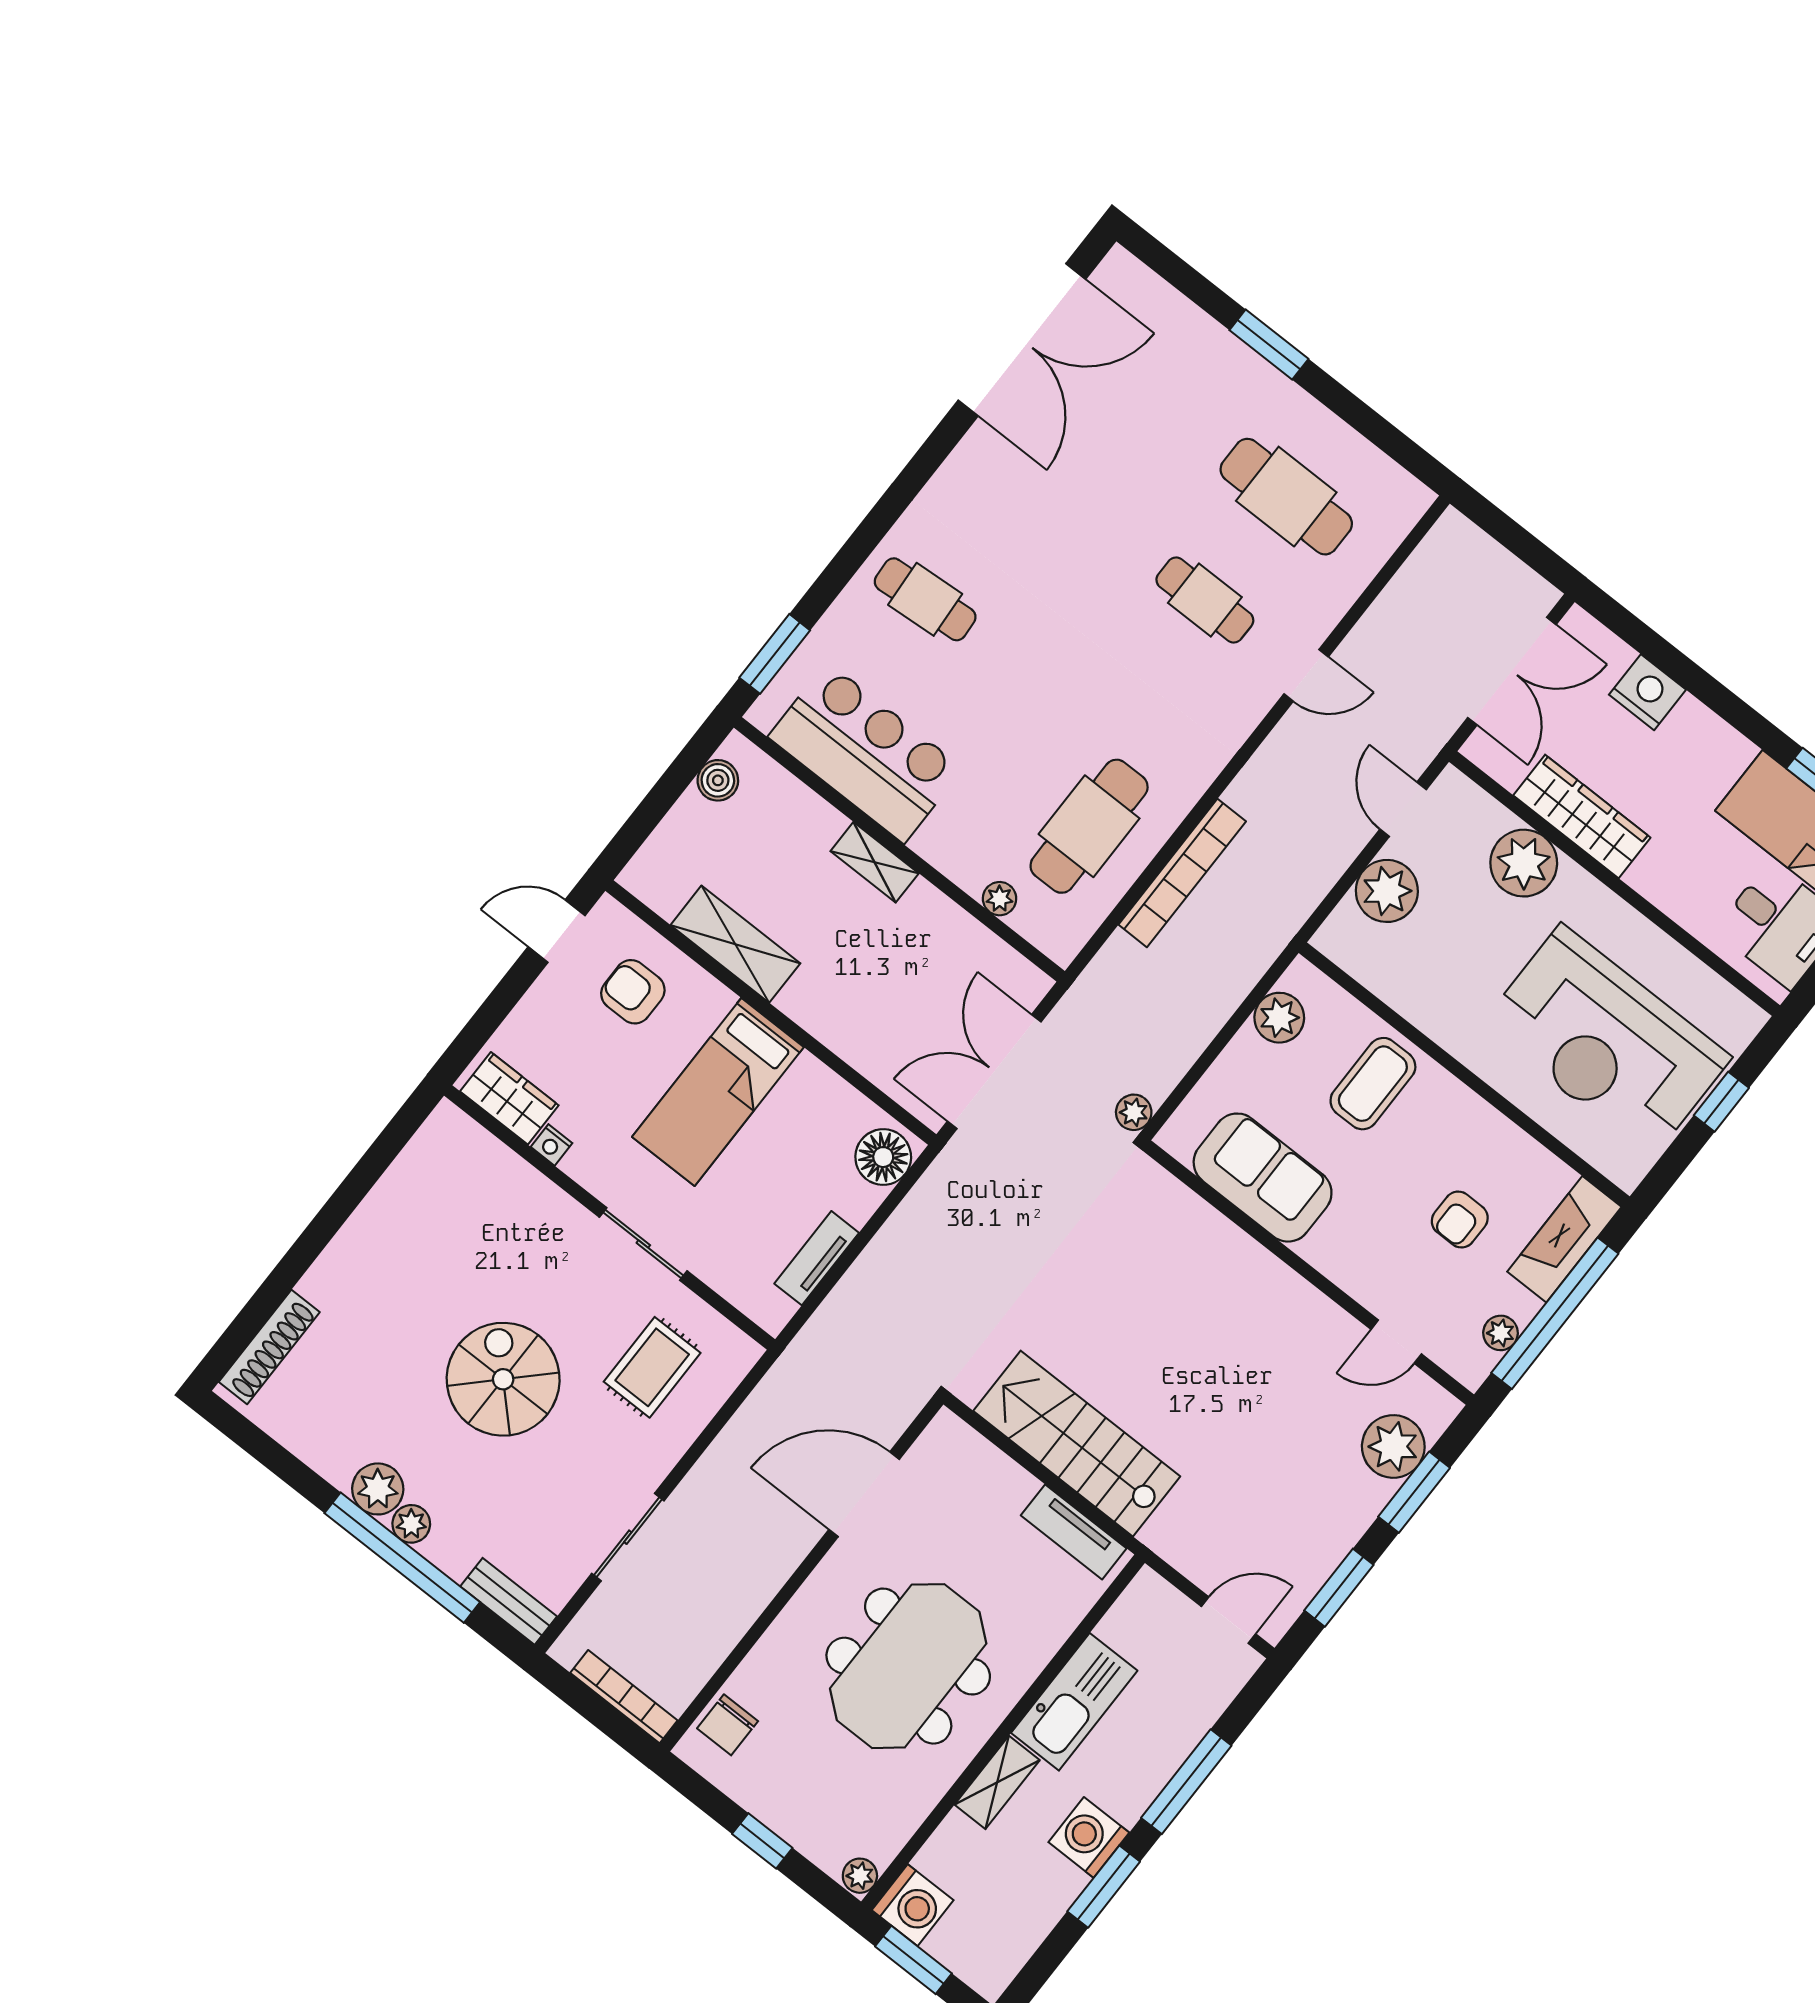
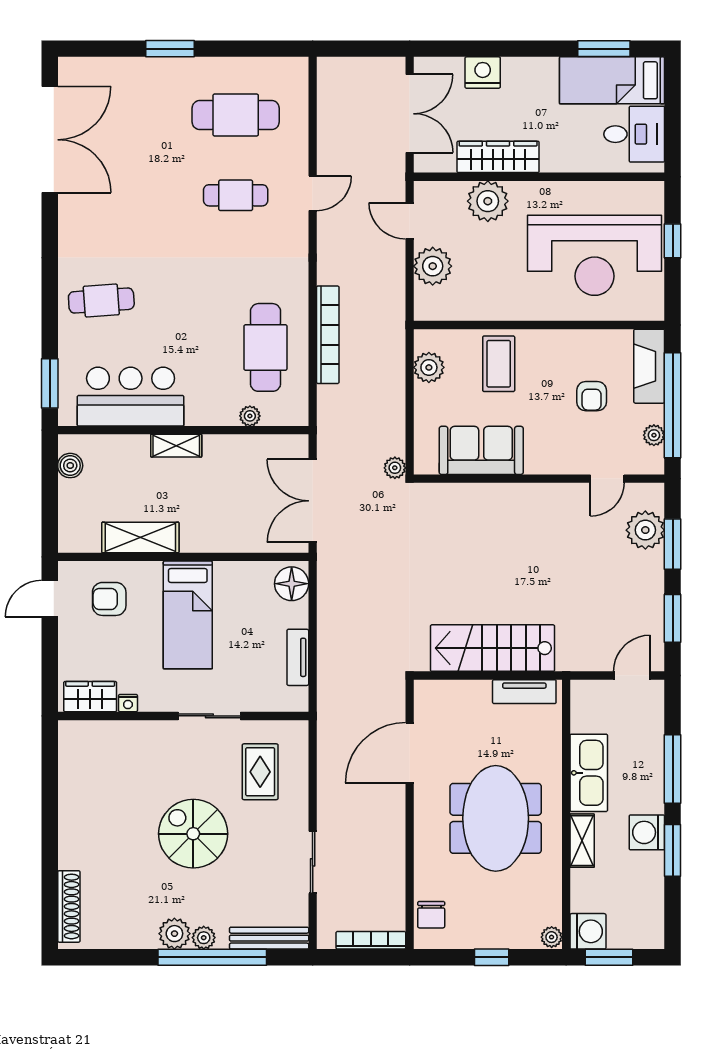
bench: (509, 1601) -> (269, 938), width x1.36

